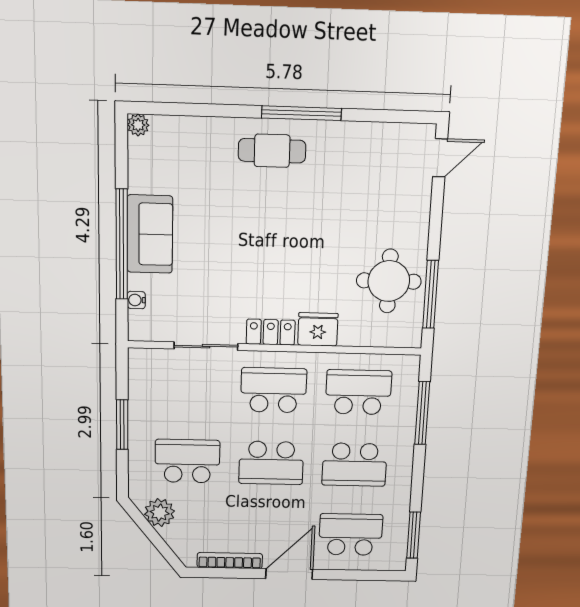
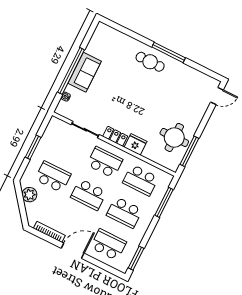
plant: (138, 125) -> (101, 27), removed
school desk: (358, 392) -> (141, 180), turned 180

